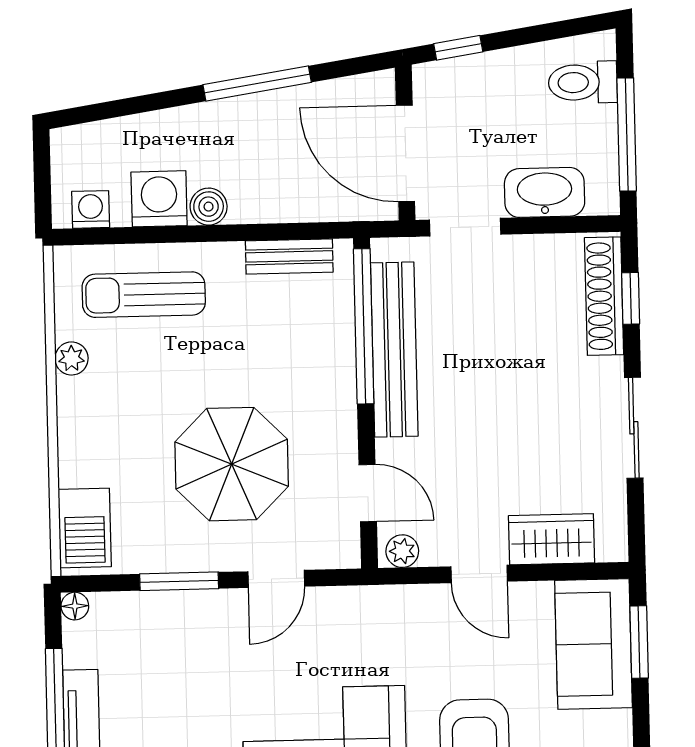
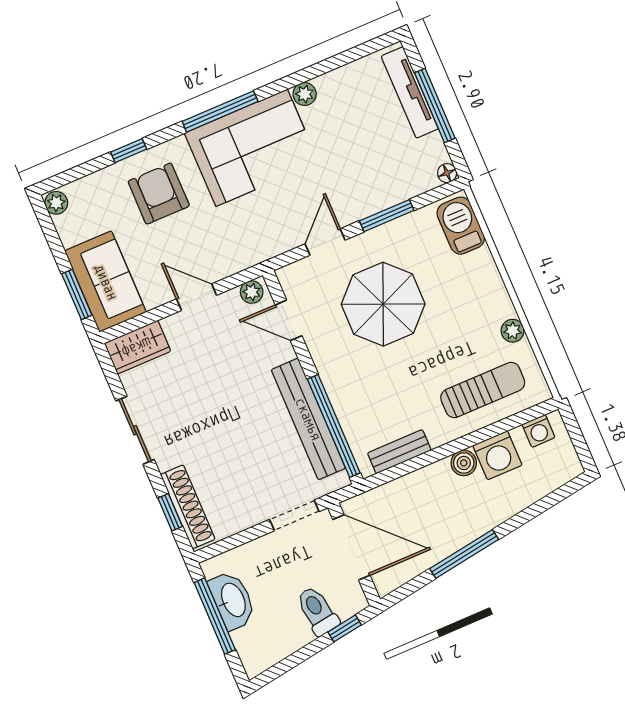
toilet: (583, 82) -> (317, 611), moved, turned -99
washbasin: (545, 192) -> (232, 600), moved, turned -90
wardrobe: (551, 539) -> (137, 347), moved

